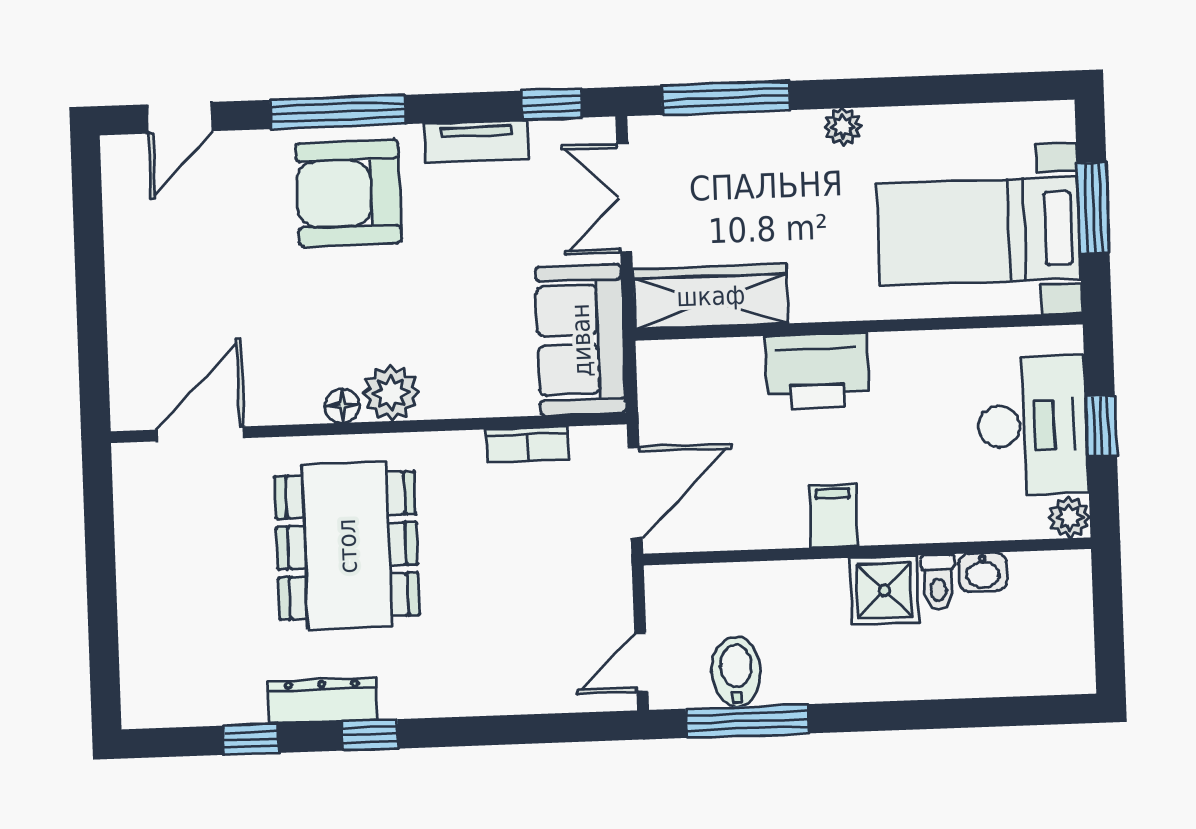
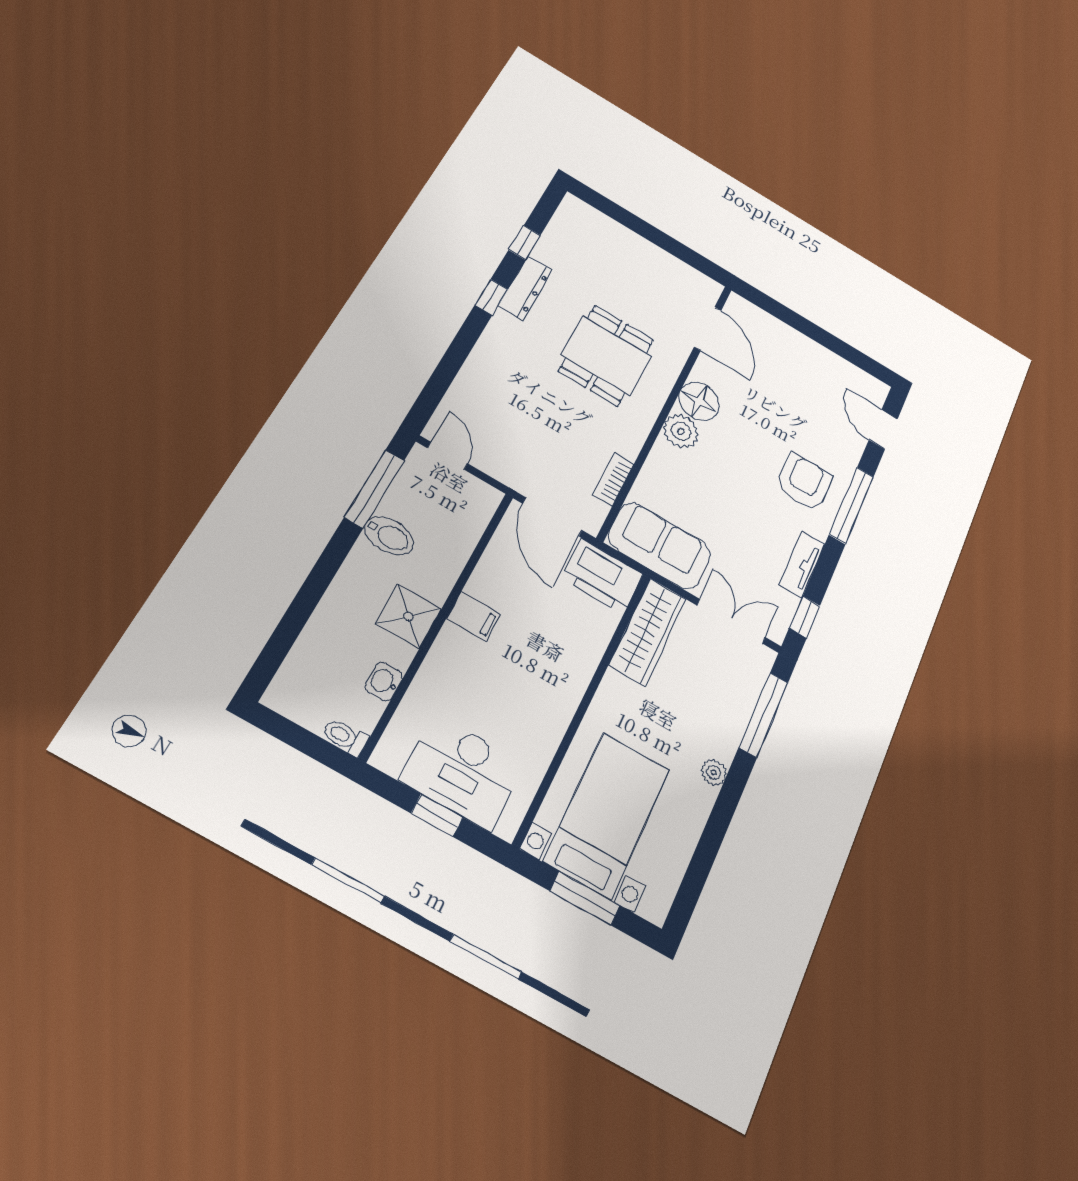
armchair: (348, 193) -> (804, 482), width x0.73, depth x0.73
printer: (817, 371) -> (602, 576), moved, turned -90
floor lamp: (342, 406) -> (699, 401), width x1.89, depth x1.89
plant: (1069, 517) -> (388, 757), removed
dining table: (347, 546) -> (606, 355), width x0.73
toilet: (938, 582) -> (345, 737), moved
bidet: (736, 672) -> (389, 536), moved

